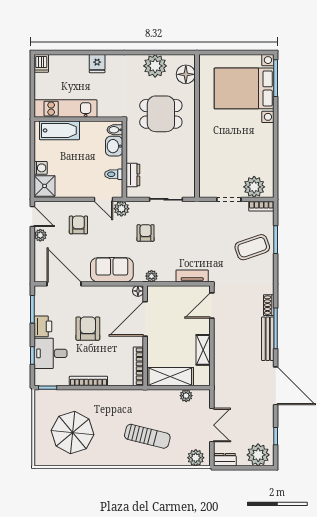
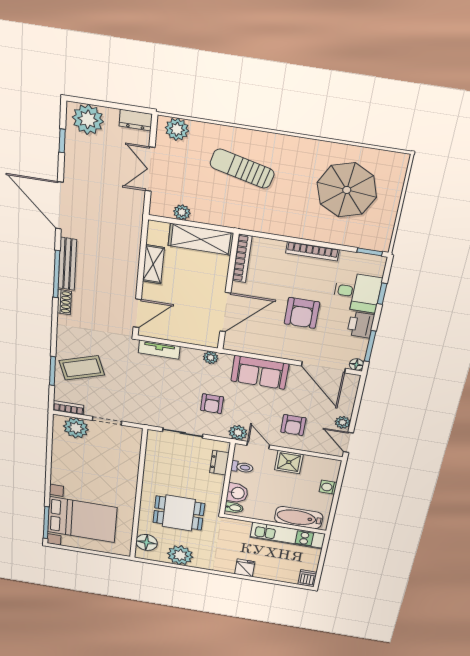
shower: (45, 186) -> (289, 462), moved
floor lamp: (138, 291) -> (356, 364), moved

